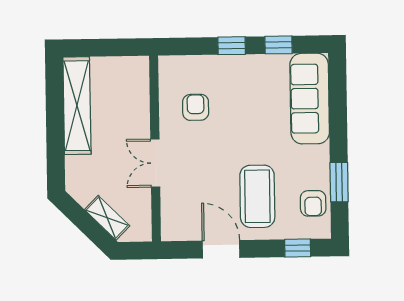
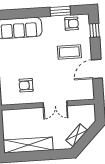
coffee table: (257, 196) -> (69, 52), width x0.73, depth x0.76
shelving: (107, 218) -> (77, 135), moved

